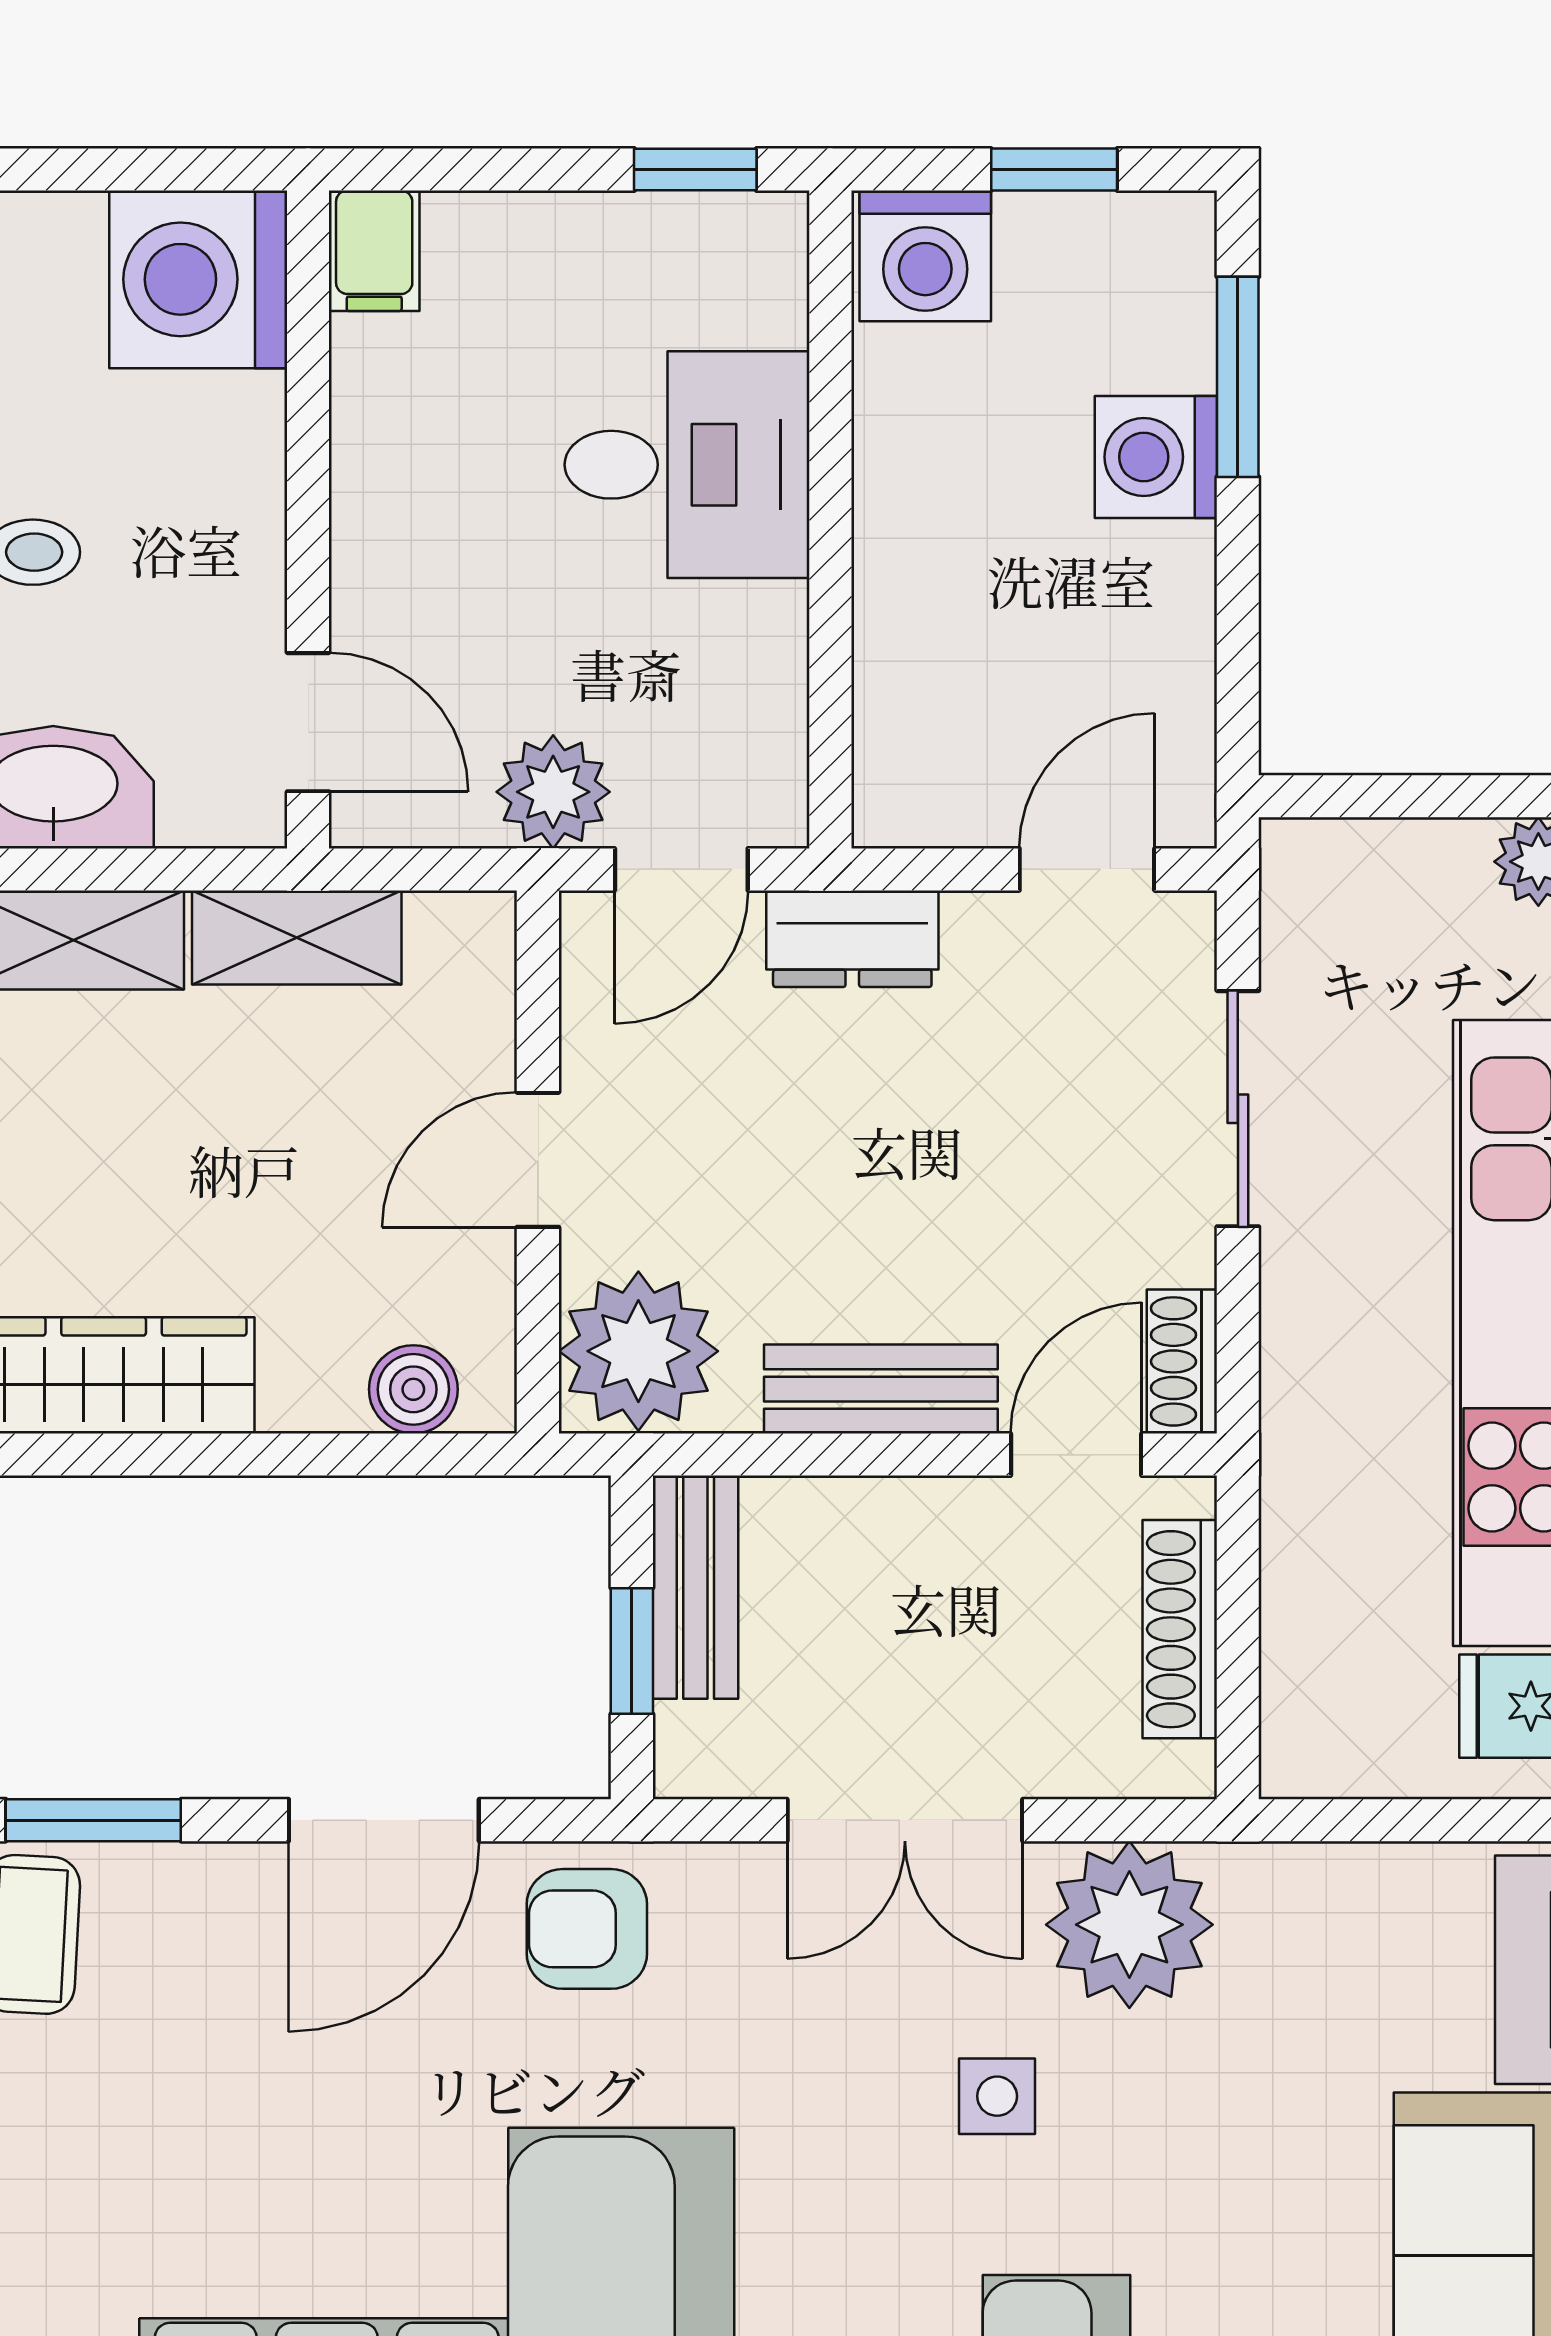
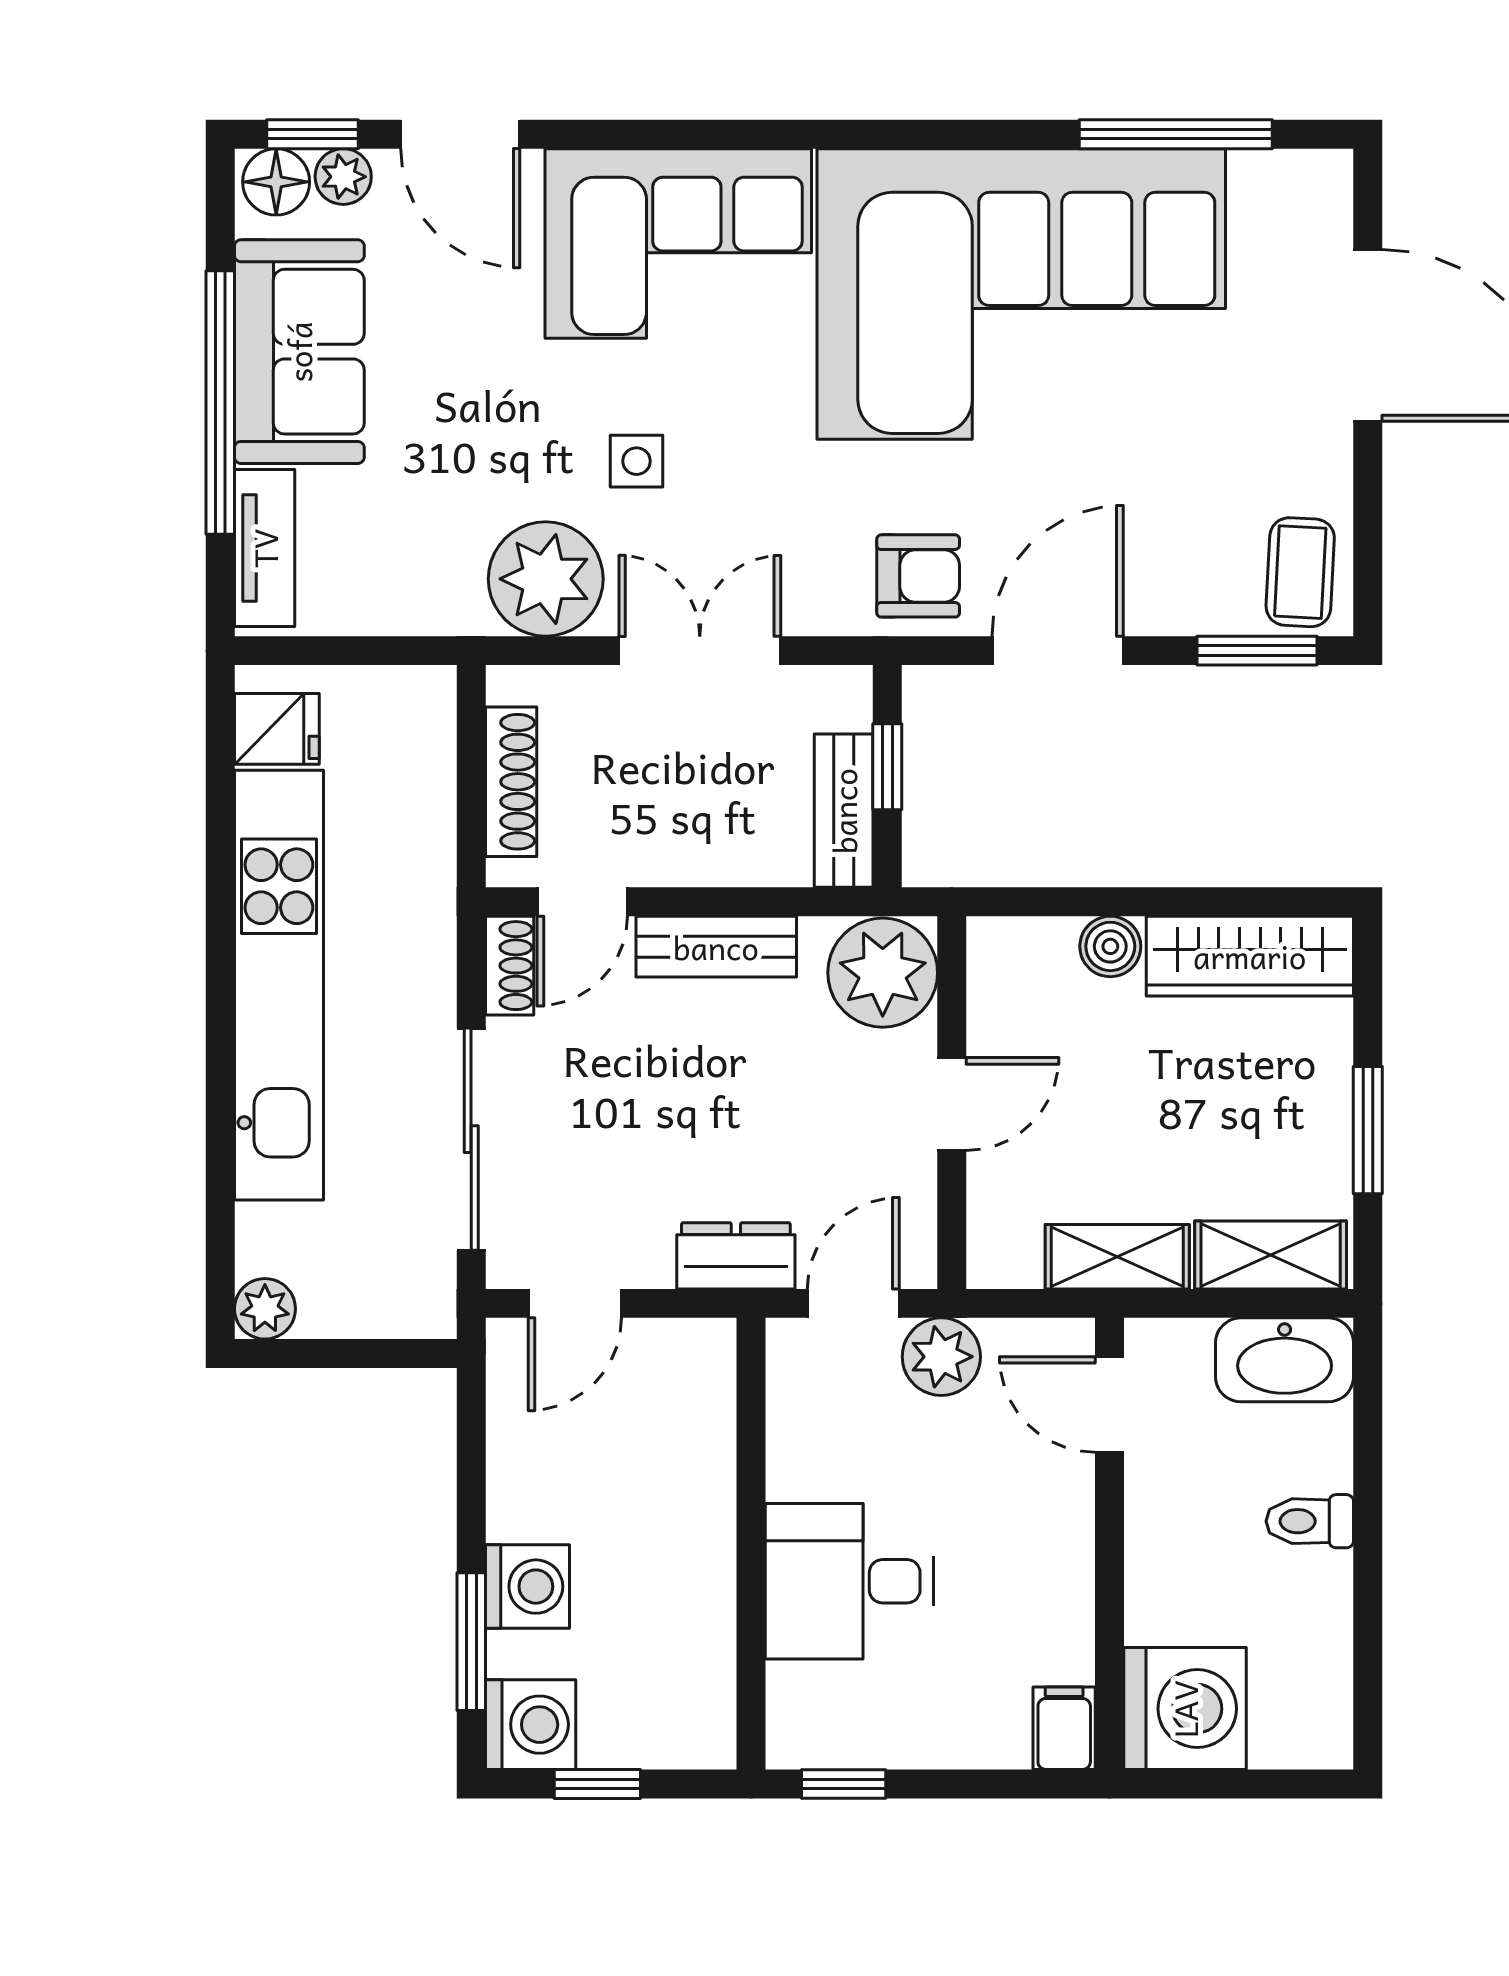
washing machine: (925, 256) -> (531, 1725), moved, turned 90
sliding door: (1238, 1109) -> (471, 1139), width x1.37
boiler: (413, 1389) -> (1110, 946), moved

